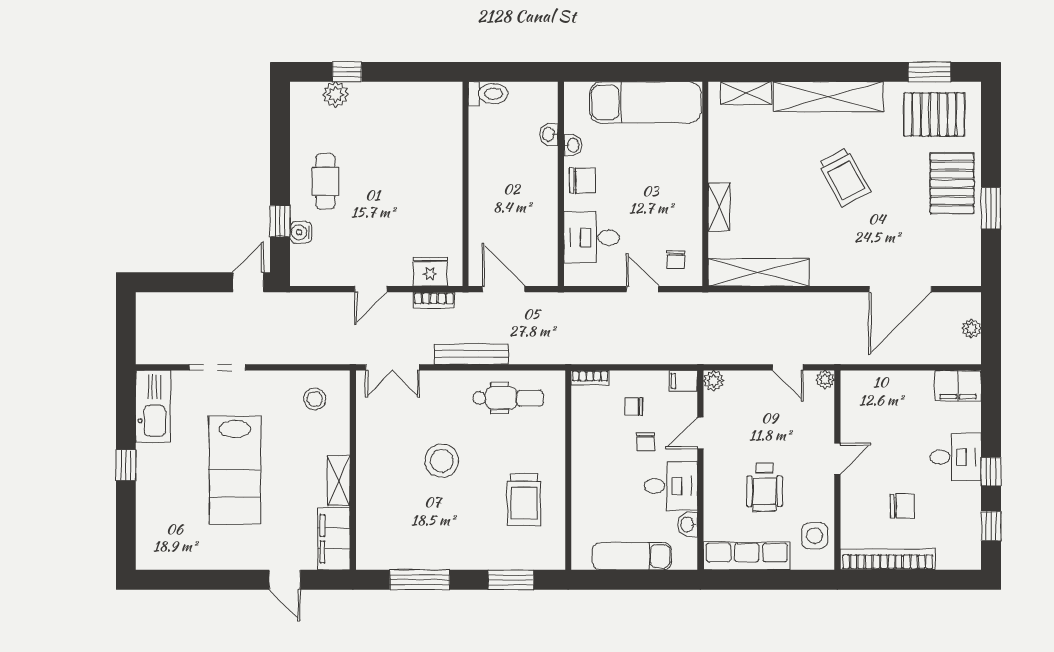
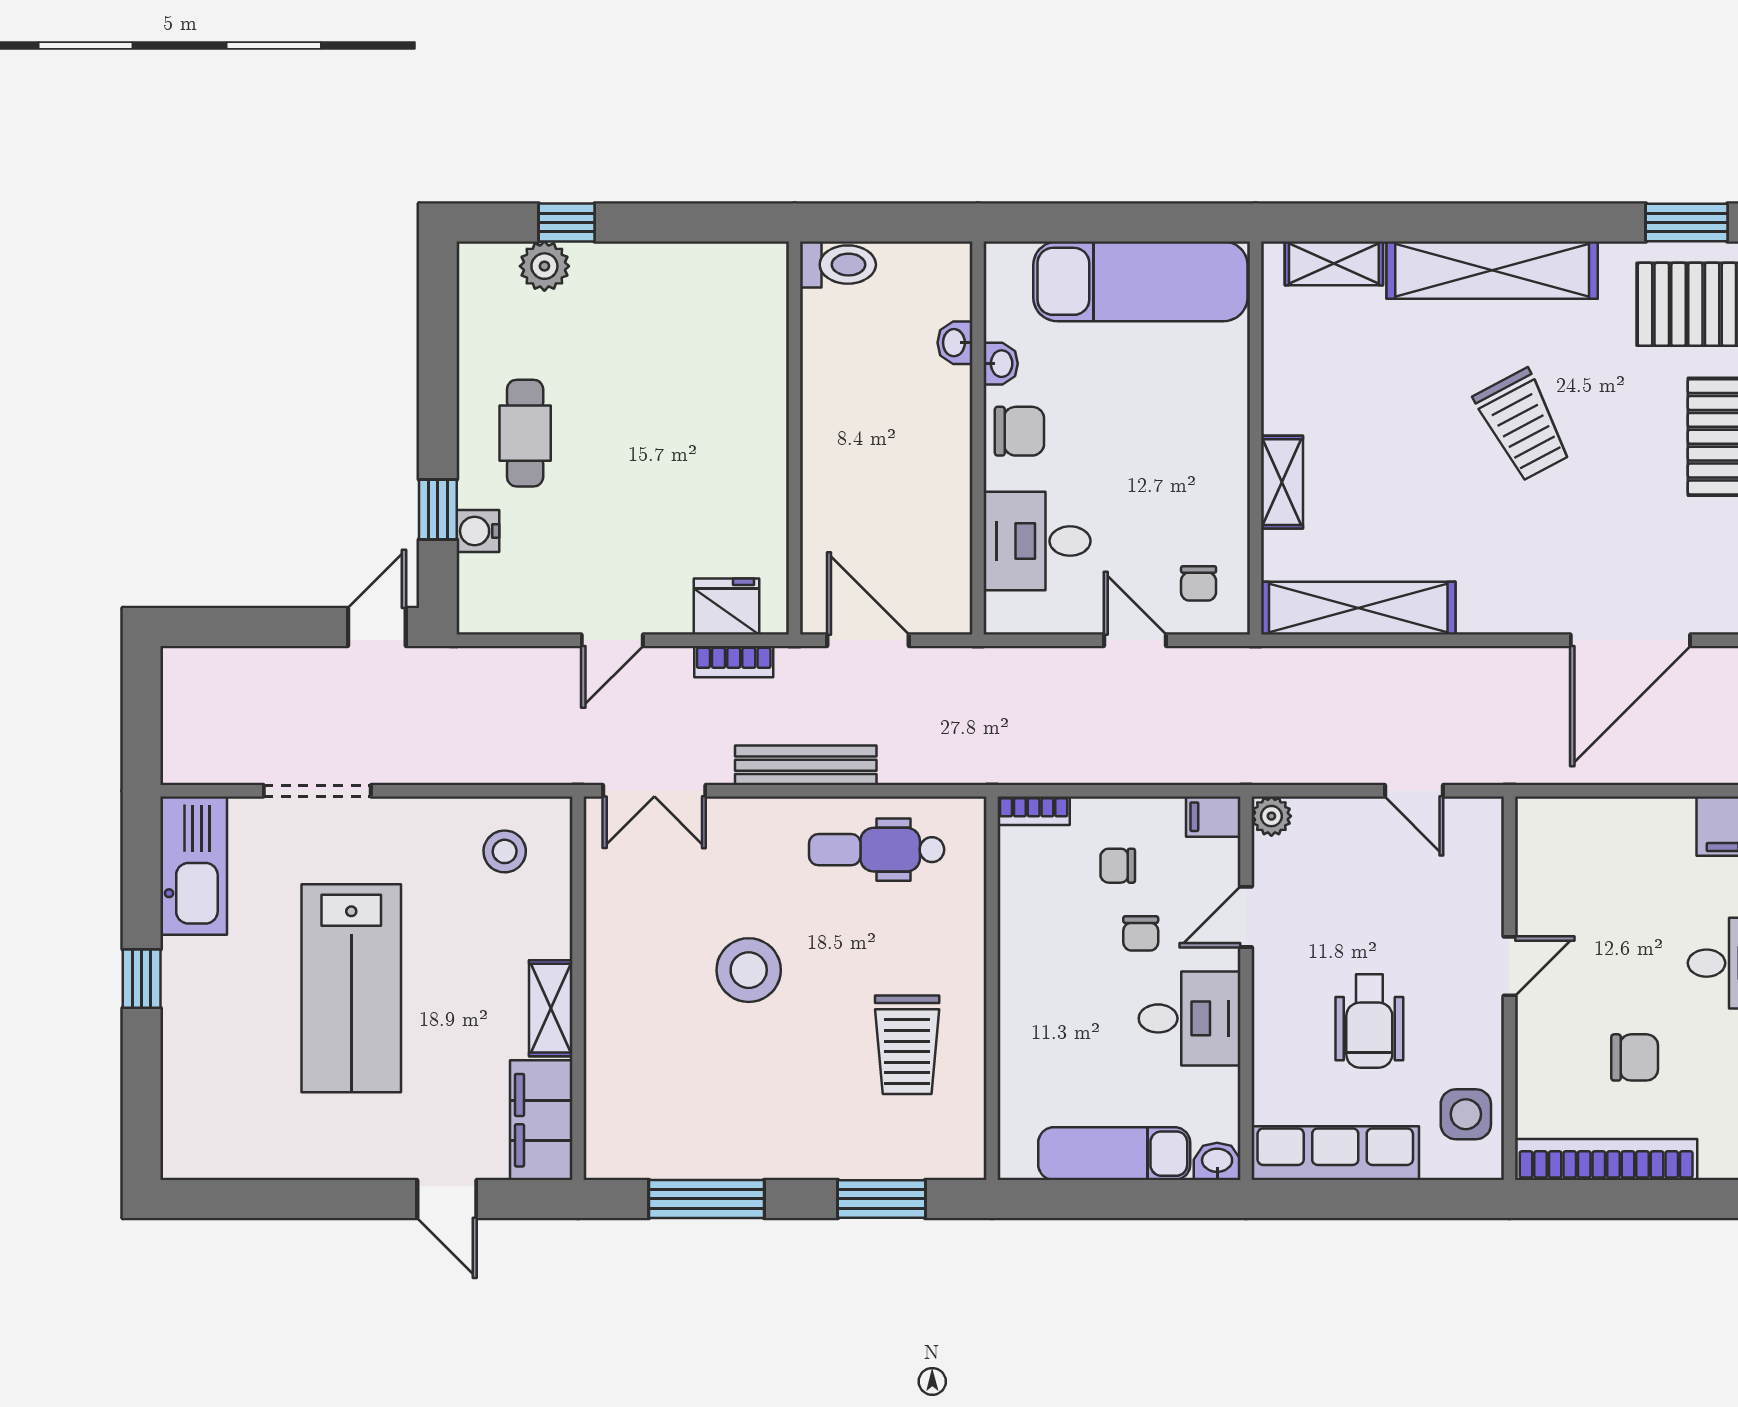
plant: (825, 380) -> (1486, 814), removed
dental chair: (508, 398) -> (877, 850), turned 180
washbasin: (688, 524) -> (1217, 1161), moved, turned 90

